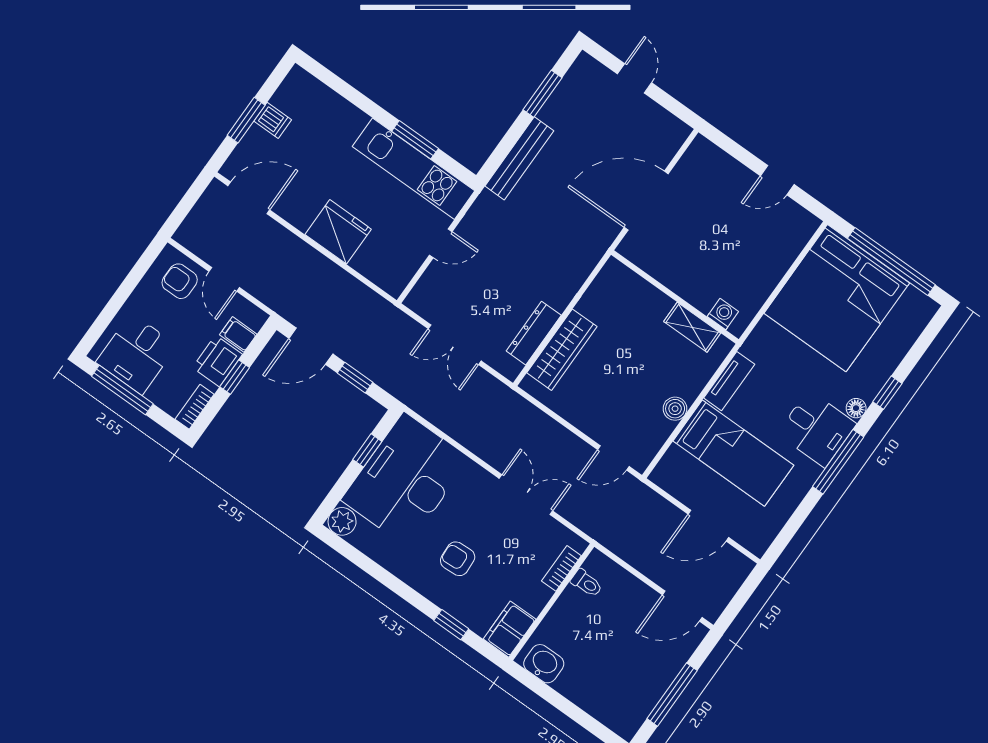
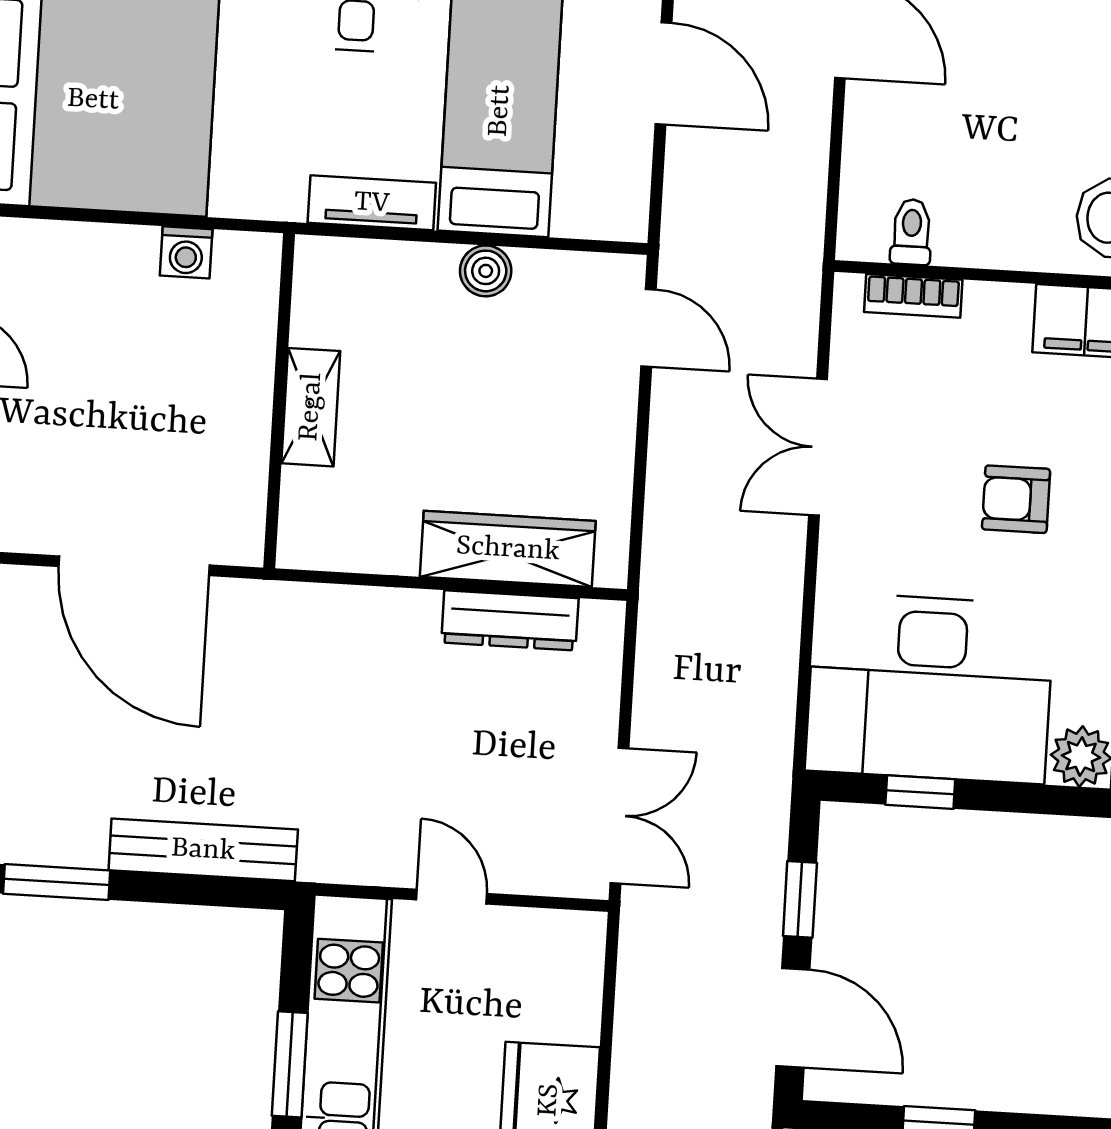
washing machine: (723, 314) -> (186, 252), moved, turned -90
shelving: (692, 327) -> (311, 407), moved
double door: (455, 345) -> (619, 816), moved
armchair: (458, 559) -> (1016, 499), turned 93

